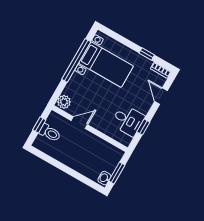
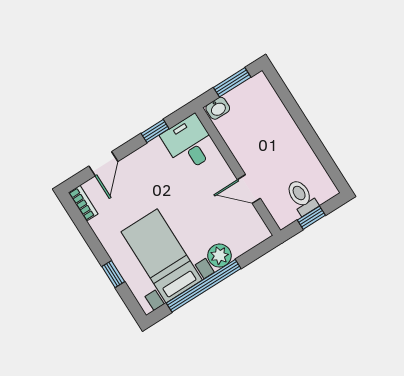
window: (147, 54) -> (113, 274), moved
plant: (64, 102) -> (219, 256), moved
desk: (128, 120) -> (189, 143), moved
washbasin: (104, 178) -> (218, 108), moved

